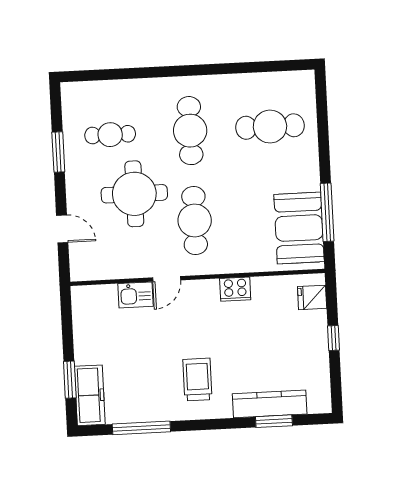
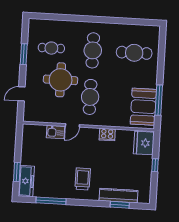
door: (62, 229) -> (21, 94), swing flipped
fridge: (312, 297) -> (144, 143), width x1.88, depth x1.34

